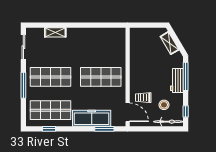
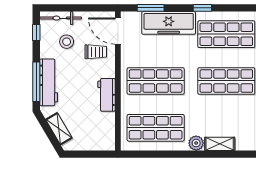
plant: (72, 33) -> (196, 143), added
shop shelf: (101, 44) -> (156, 128), added
workbench: (136, 67) -> (106, 95), added
workbench: (177, 81) -> (49, 82), width x1.38
window: (49, 129) -> (202, 8), moved

